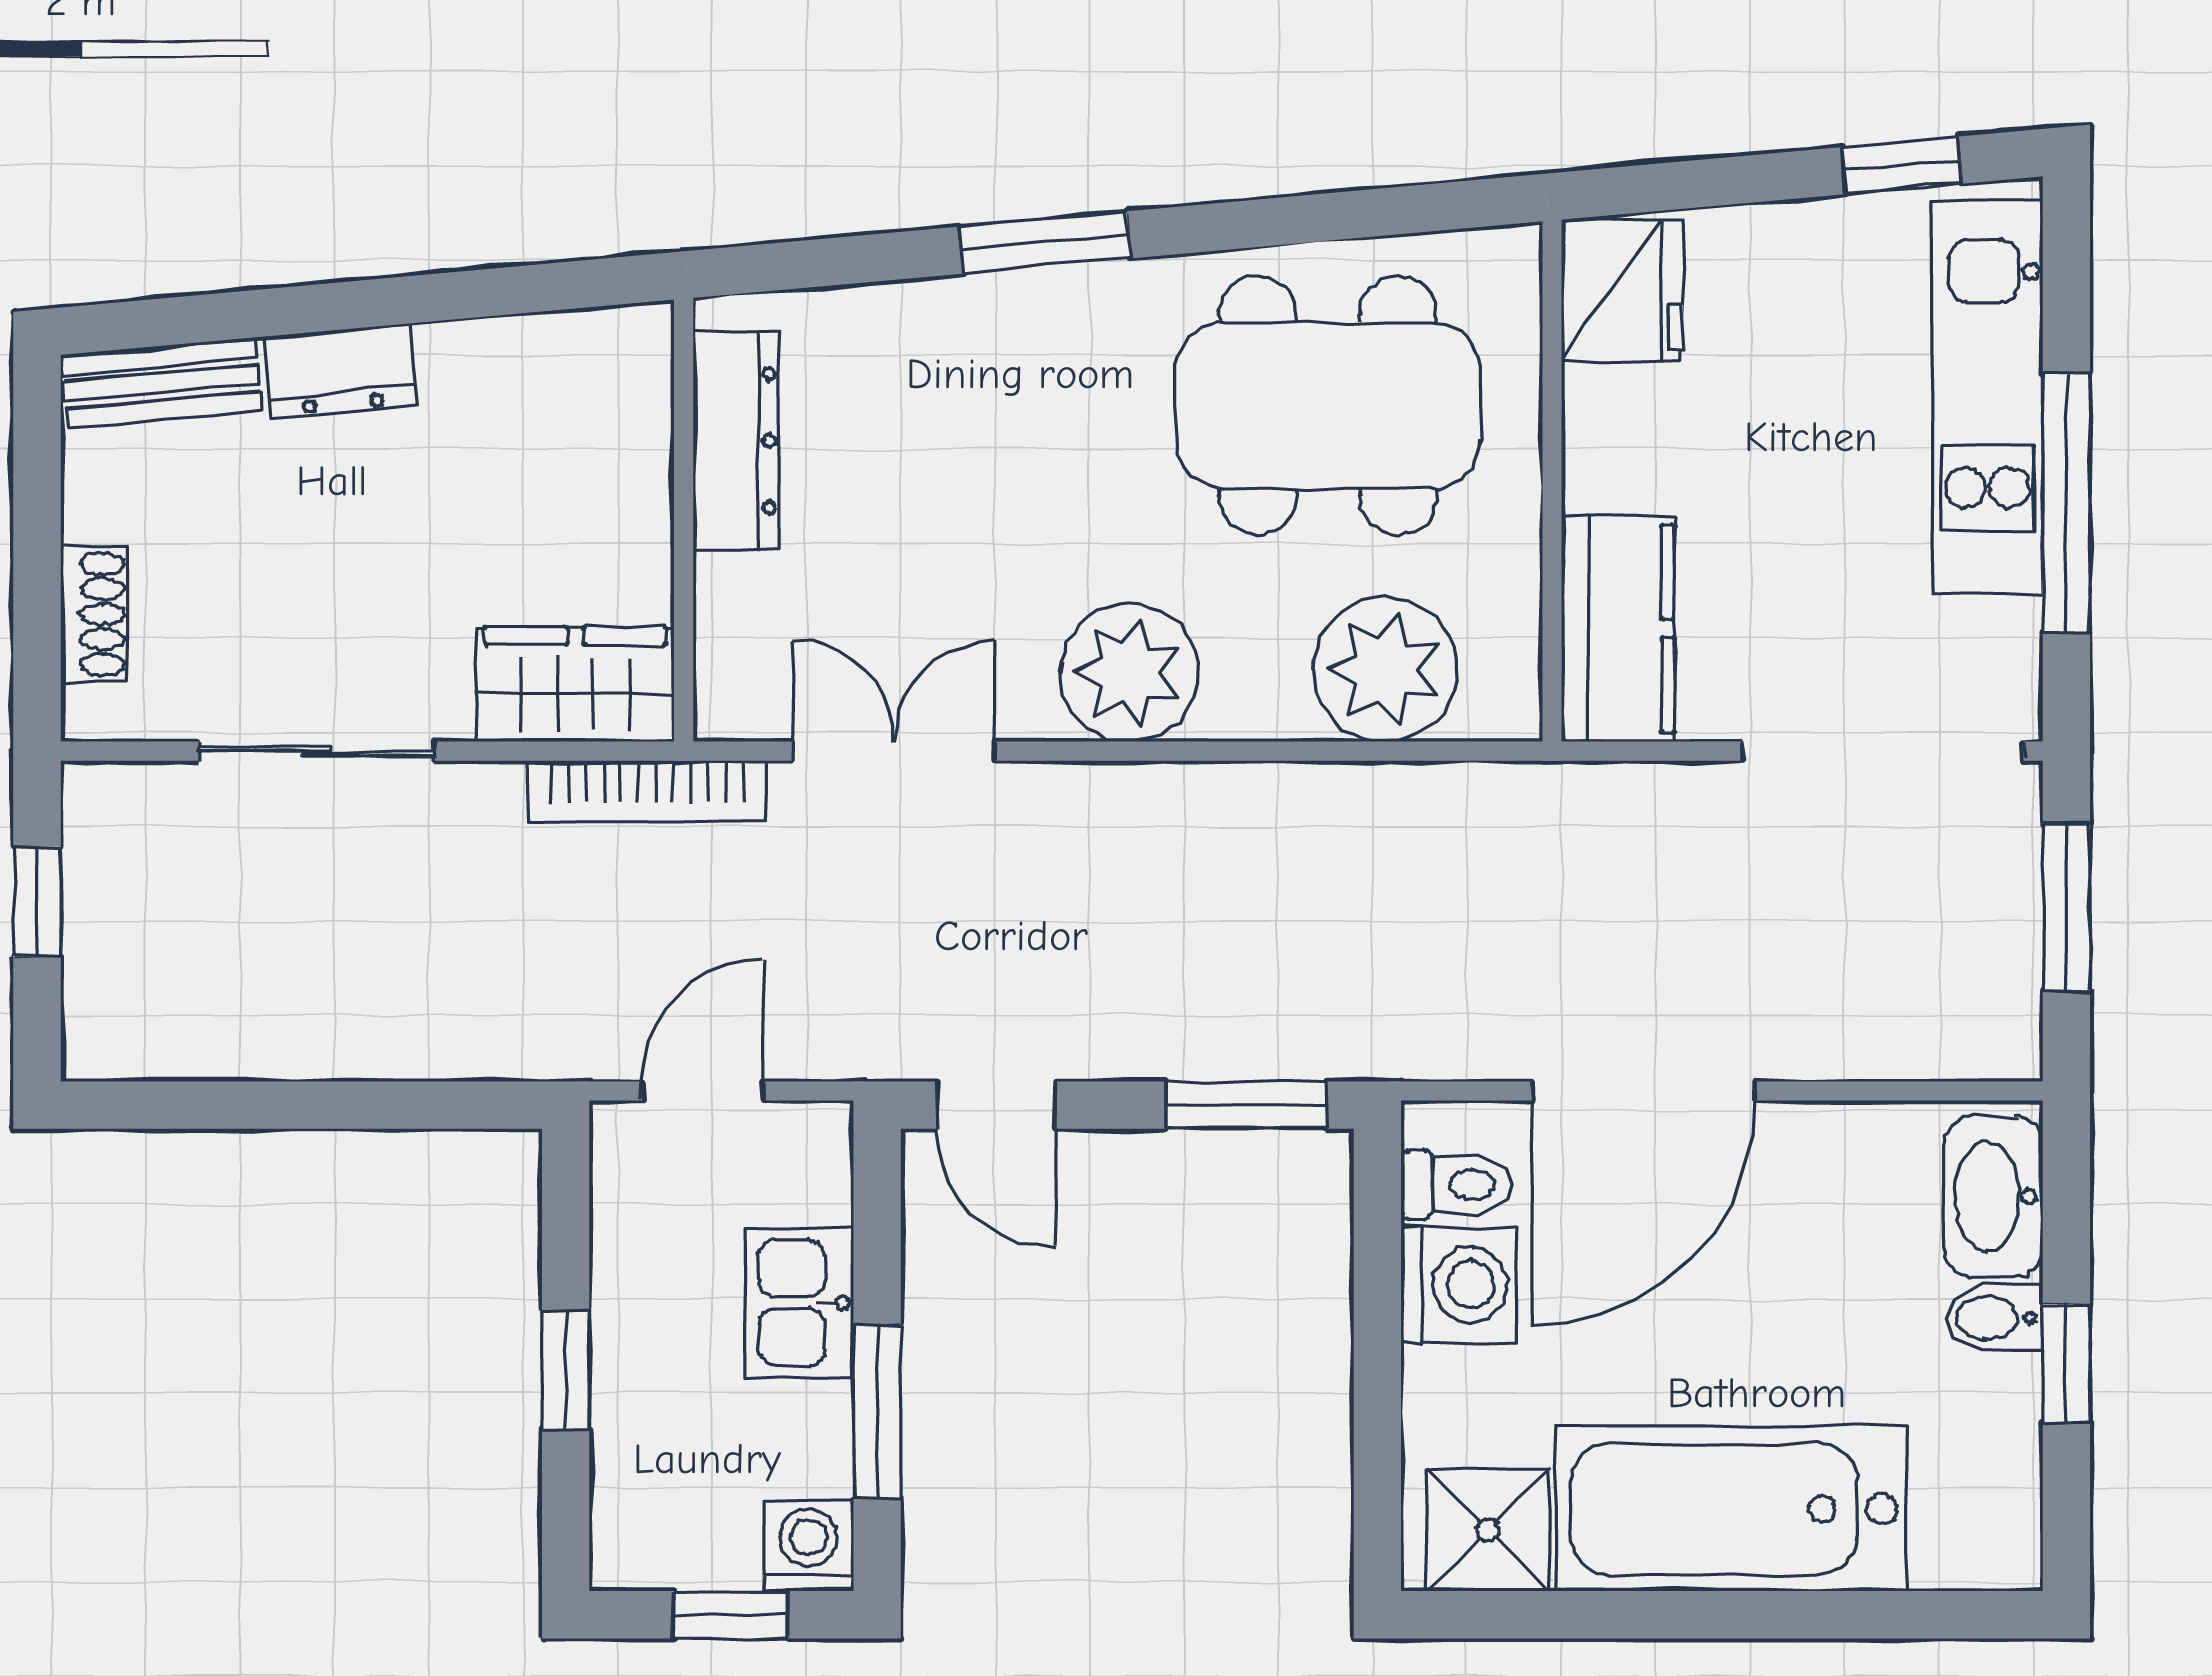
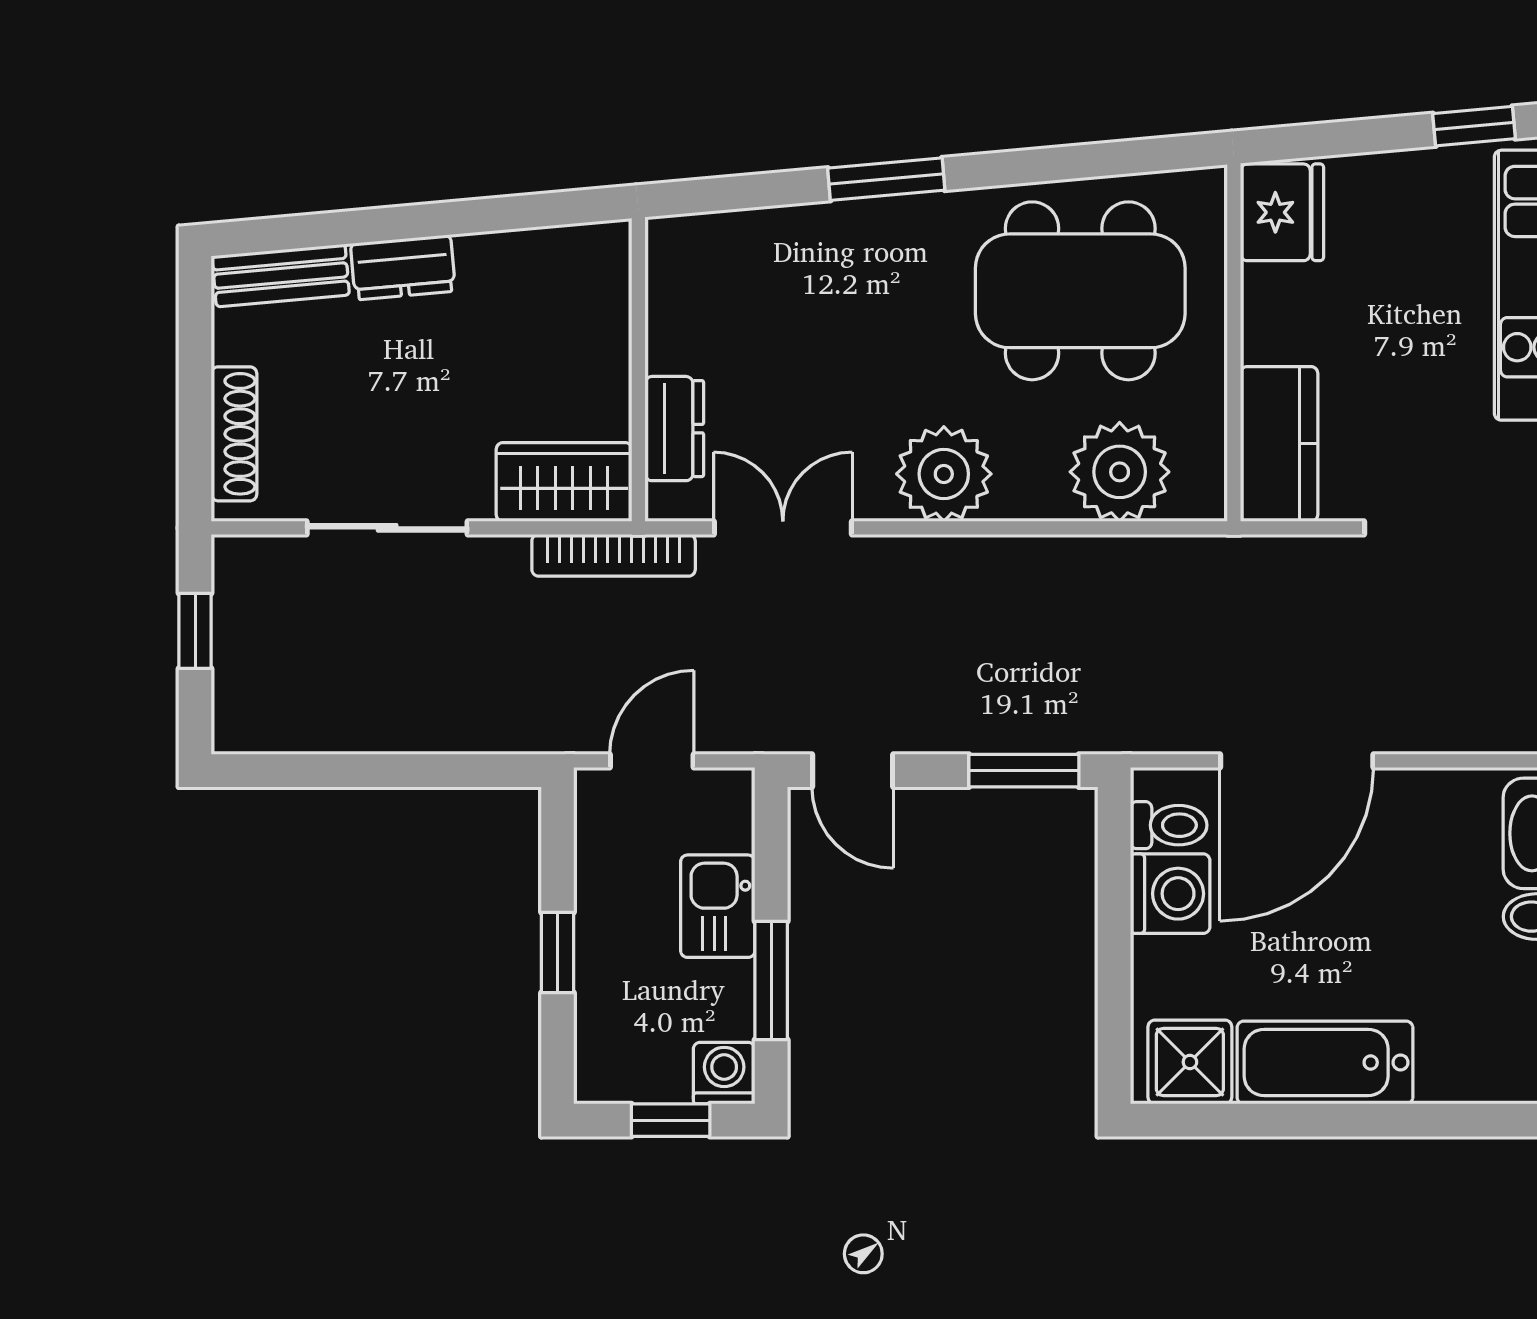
dresser: (736, 441) -> (674, 429), moved, width x0.70
shoe rack: (94, 614) -> (234, 434), width x1.43
bathtub: (1731, 1509) -> (1325, 1062), width x0.73, depth x0.73

